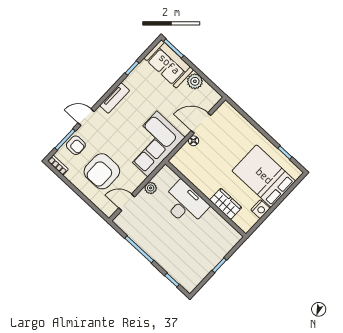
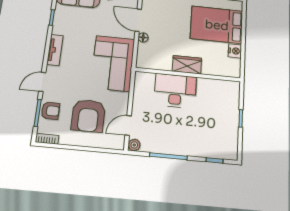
door: (201, 123) -> (138, 20), hinge flipped
plant: (151, 188) -> (134, 145), moved
wardrobe: (226, 204) -> (187, 65), moved

